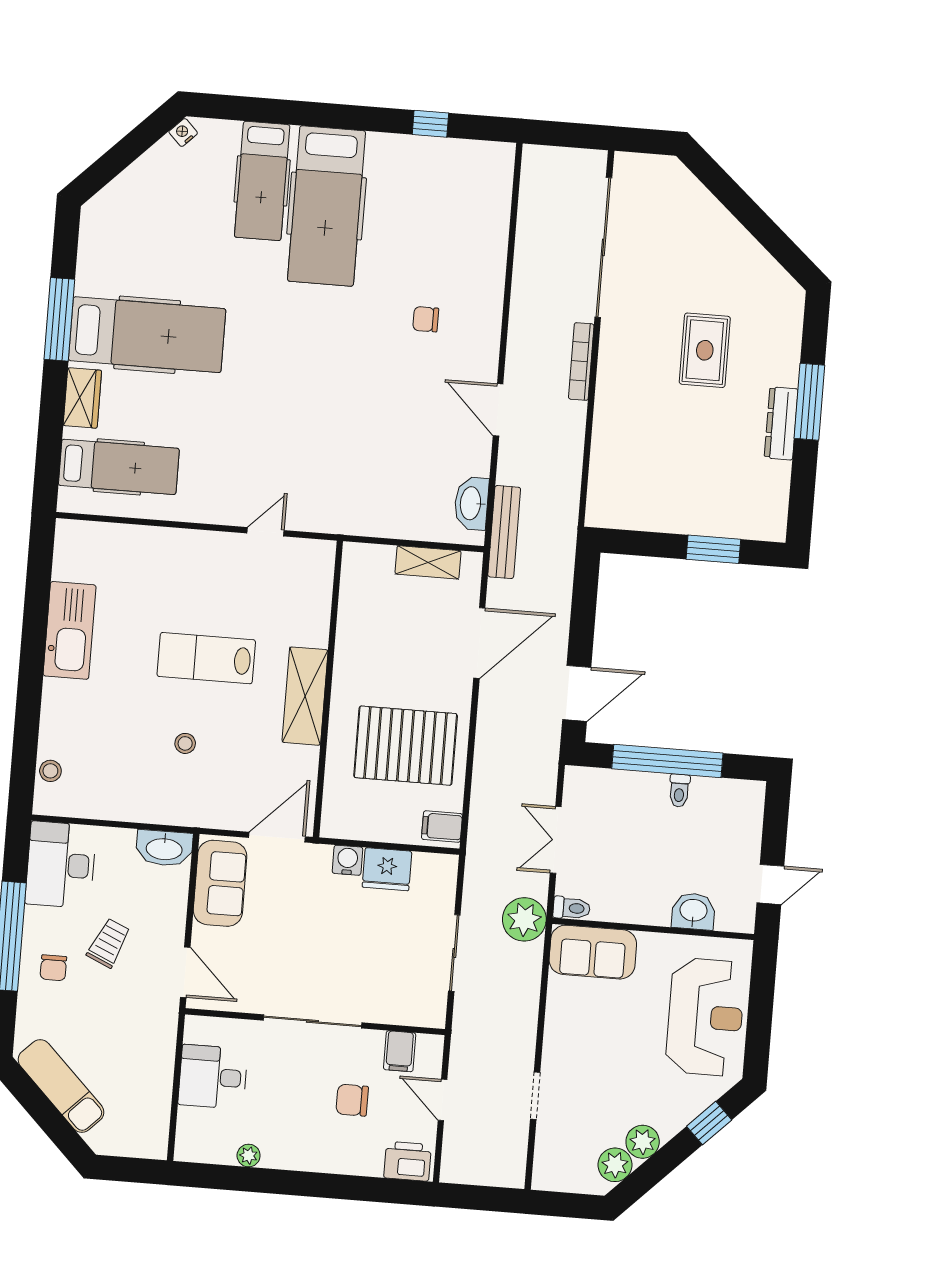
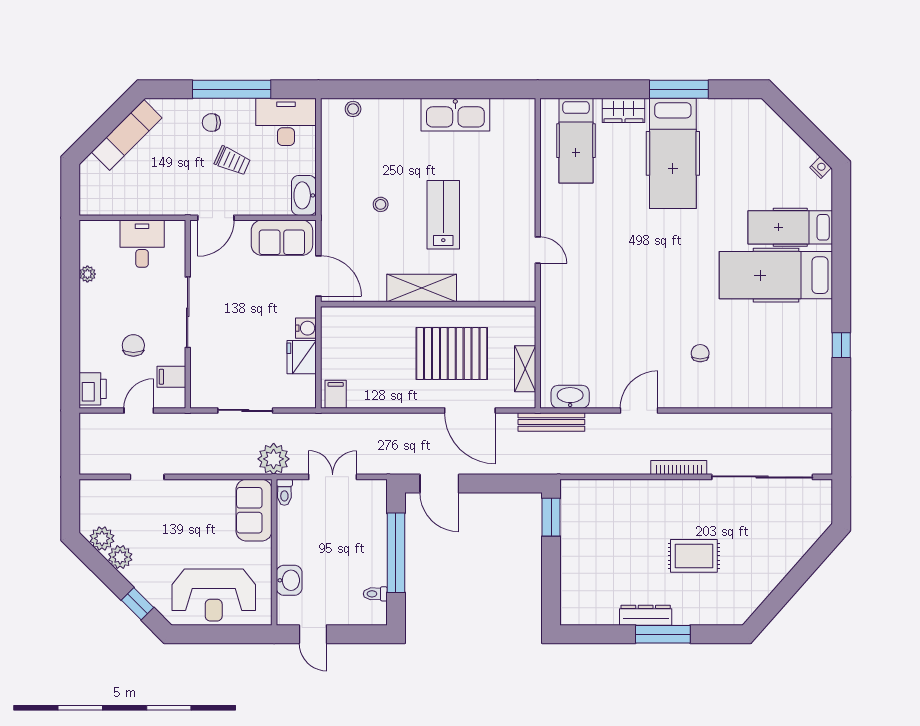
window: (713, 549) -> (551, 517), moved
pallet: (406, 746) -> (452, 354), moved, turned 90
toilet: (679, 791) -> (375, 594), moved

